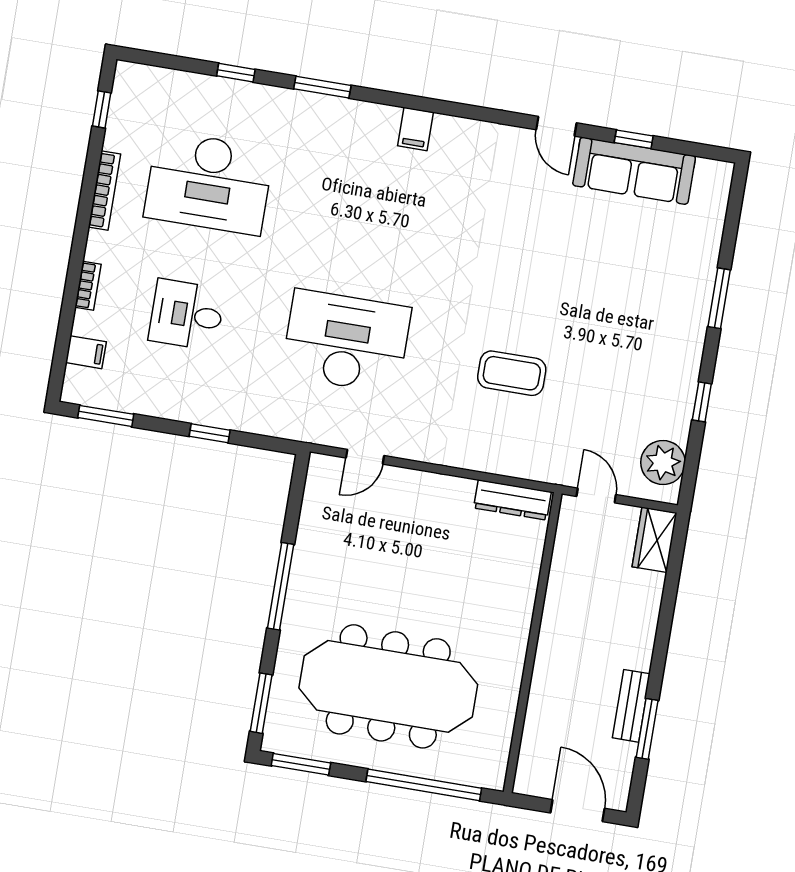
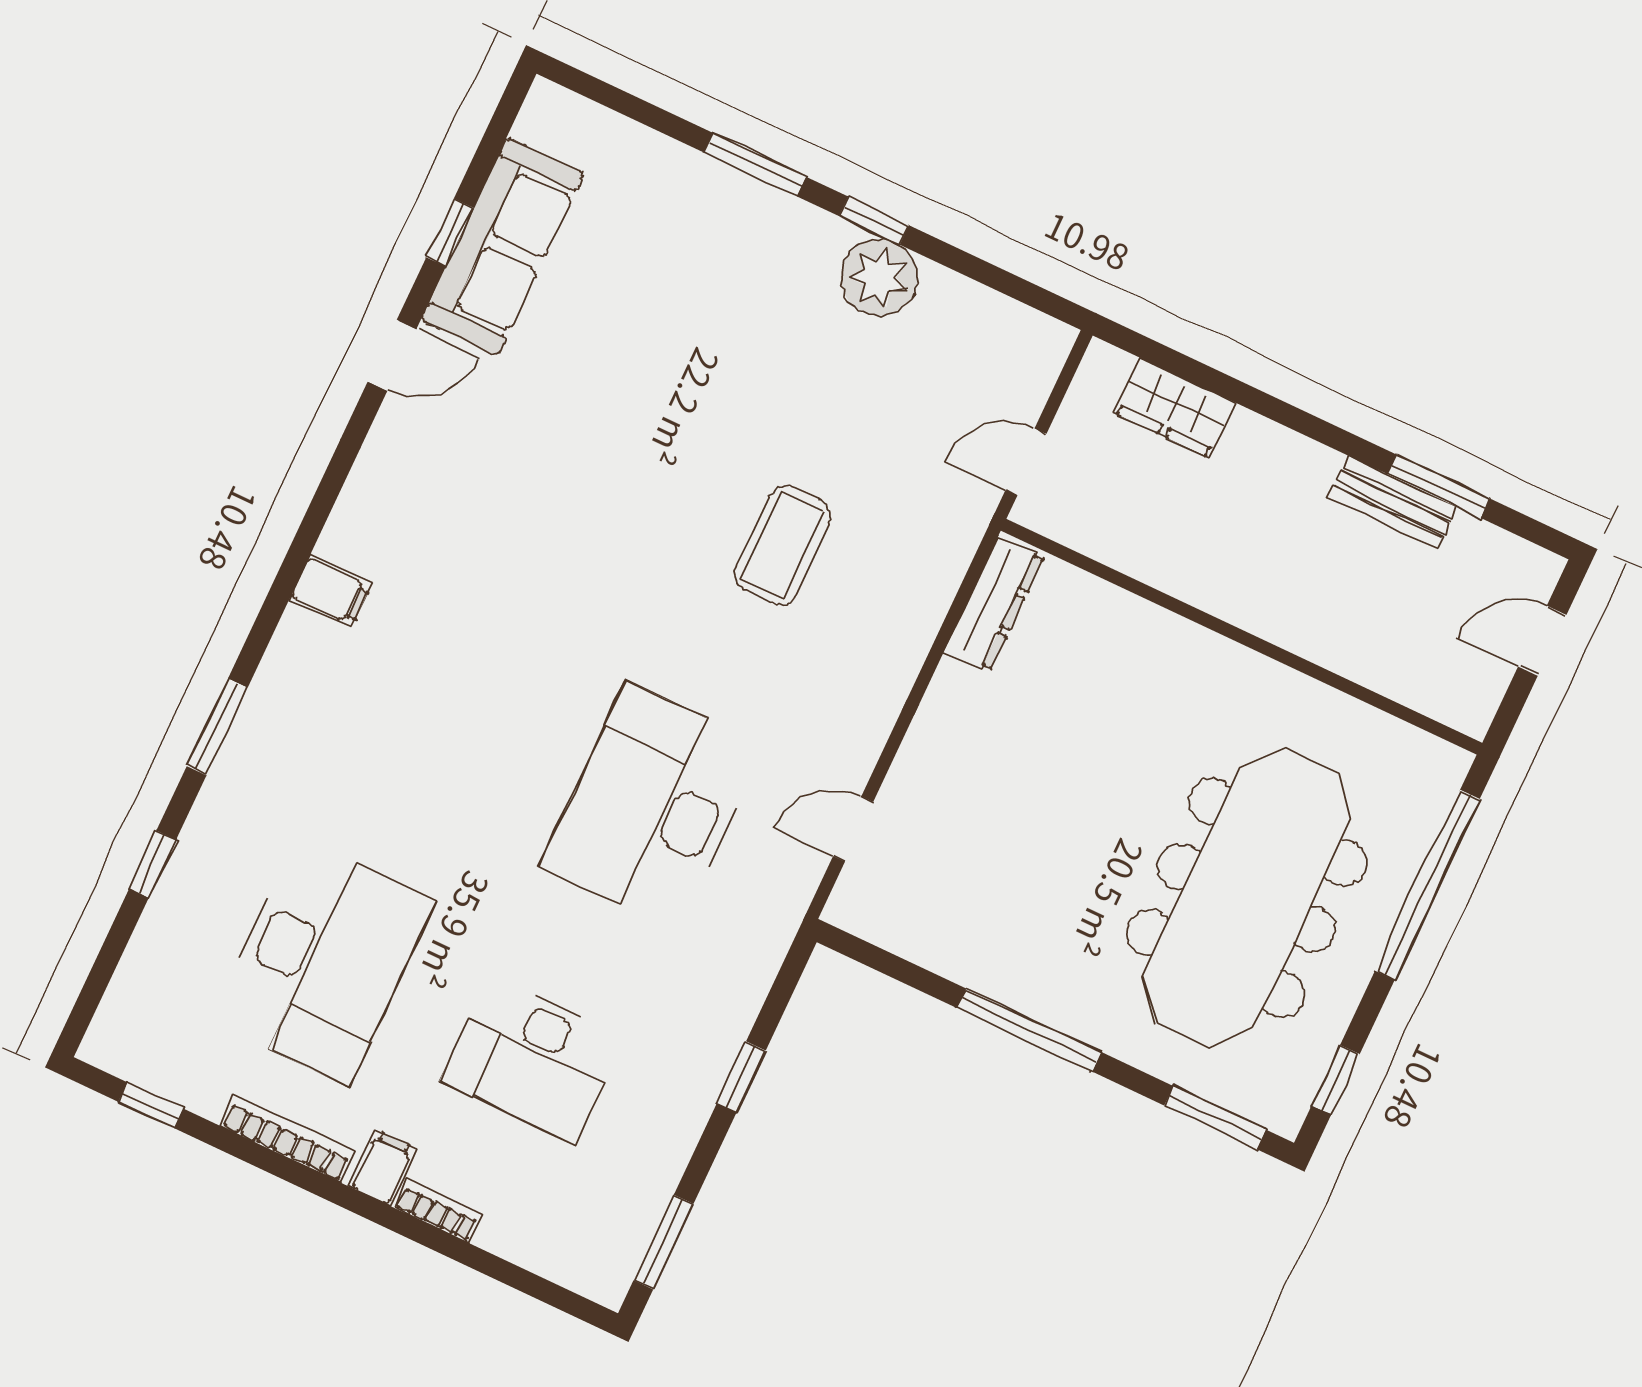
desk: (187, 315) -> (533, 1060), width x1.37
filing cabinet: (86, 352) -> (383, 1167), moved
window: (702, 402) -> (874, 221), moved
door: (365, 457) -> (853, 829), swing flipped
plant: (663, 462) -> (879, 277), moved
wardrobe: (655, 540) -> (1175, 408), moved
window: (301, 764) -> (1336, 1080), width x0.67
door: (577, 811) -> (1542, 641), width x0.73

